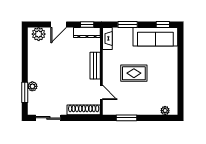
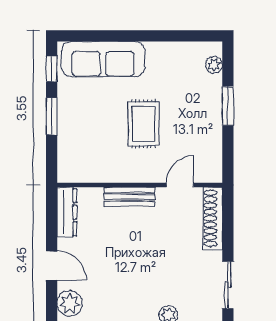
window: (87, 24) -> (52, 212), removed
window: (128, 24) -> (52, 116), moved
sofa: (155, 37) -> (103, 59), moved, turned 90
fireplace: (107, 38) -> (78, 174), removed
window: (127, 118) -> (228, 106), moved

